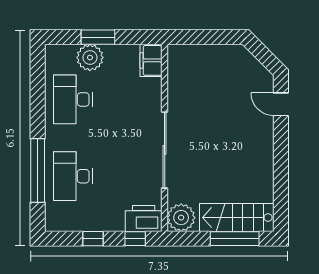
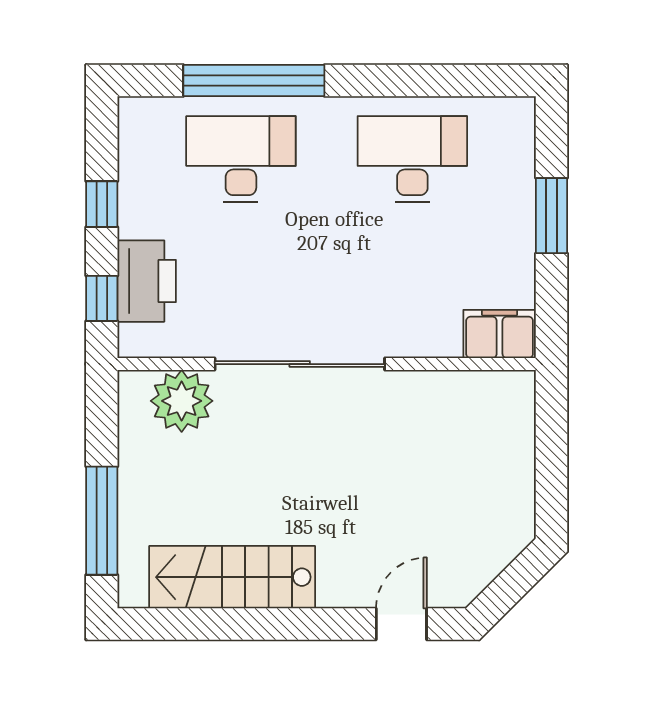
plant: (90, 58) -> (506, 197), removed
printer: (144, 218) -> (147, 281), moved
plant: (181, 218) -> (182, 401), moved
stairs: (237, 218) -> (232, 577), moved, turned -90

